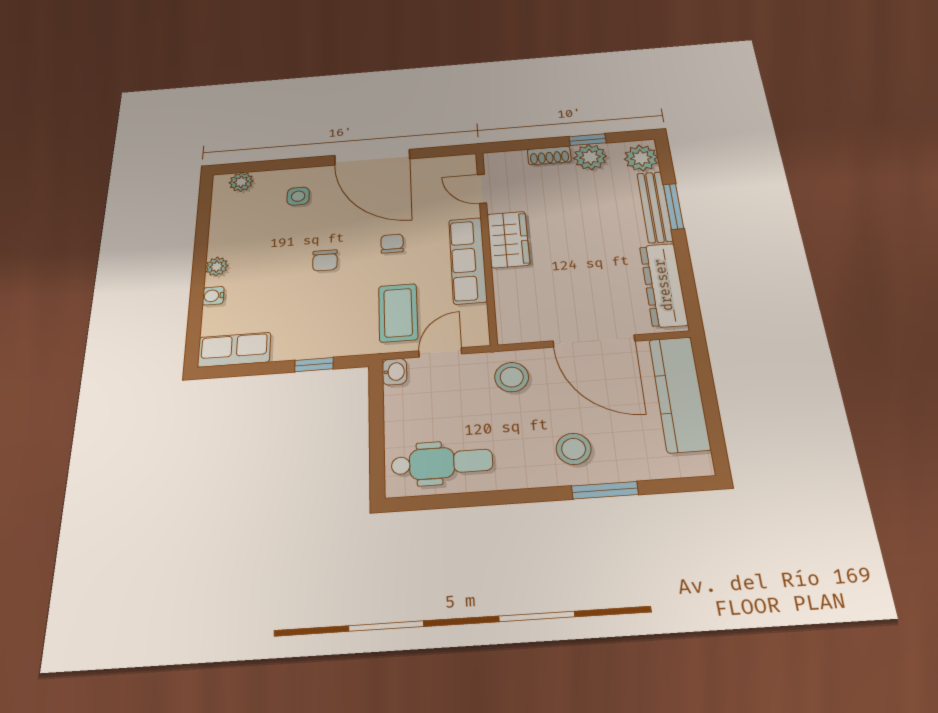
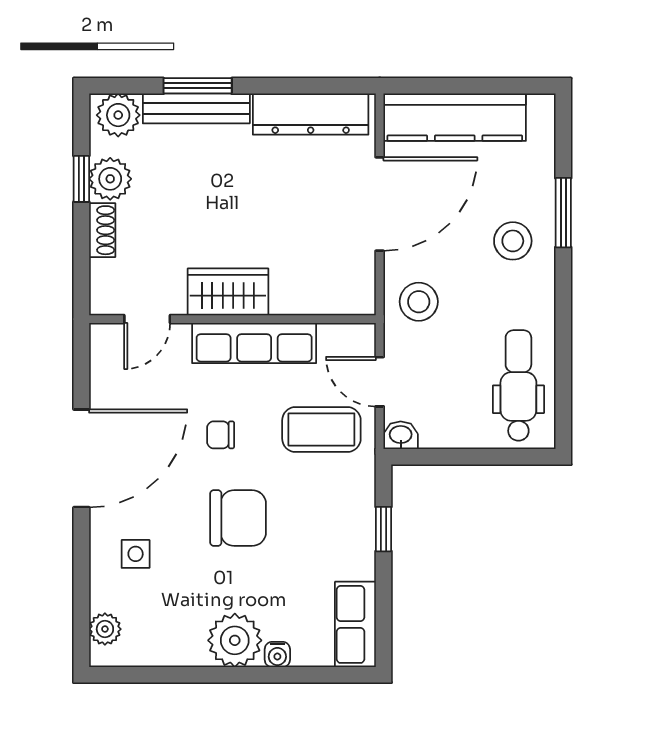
chair: (325, 260) -> (238, 518), width x1.87, depth x1.87
plant: (217, 267) -> (235, 640), width x1.88, depth x1.88

